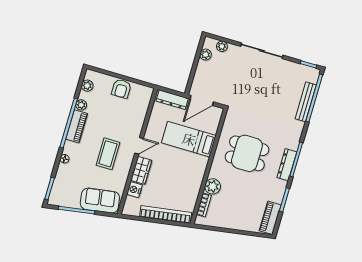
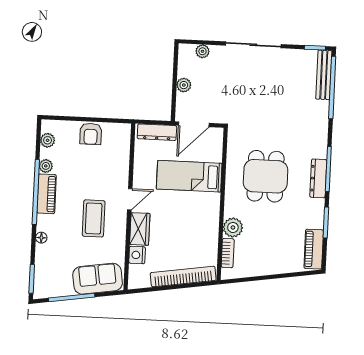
plant: (206, 55) -> (184, 85), moved
bench: (306, 102) -> (324, 75), moved
dining table: (247, 153) -> (266, 176), turned 90

